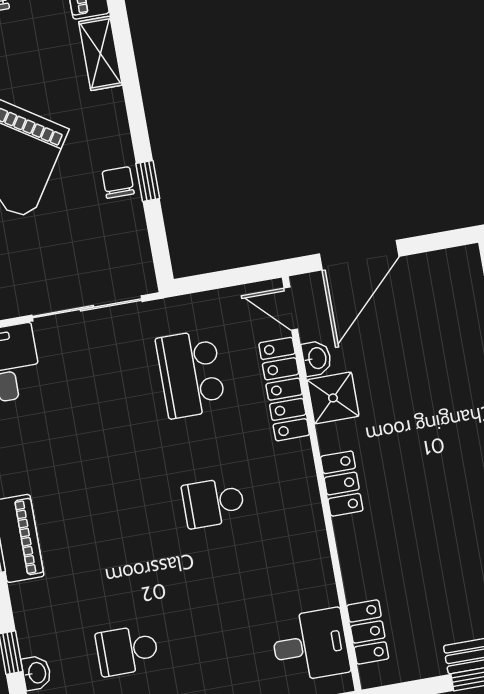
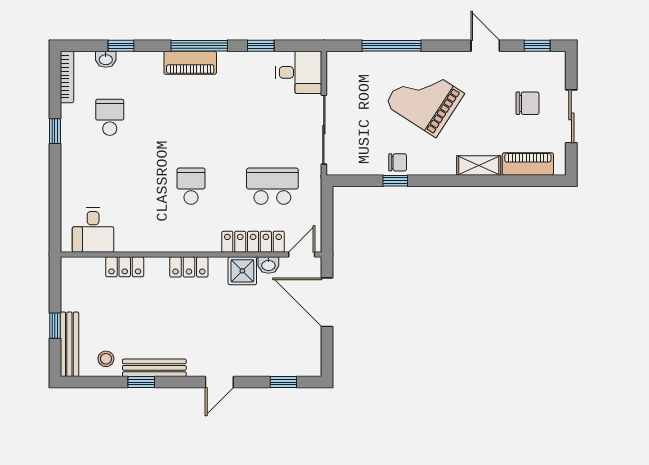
locker: (368, 632) -> (125, 267), moved

